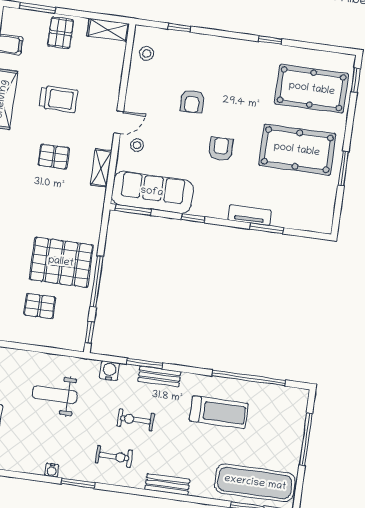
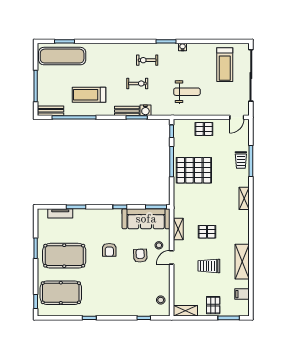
armchair: (192, 101) -> (140, 256), moved
tv unit: (249, 215) -> (60, 213), moved
pallet: (40, 306) -> (204, 129), moved
water cooler: (110, 371) -> (145, 110), moved
bench: (167, 484) -> (51, 111), moved

